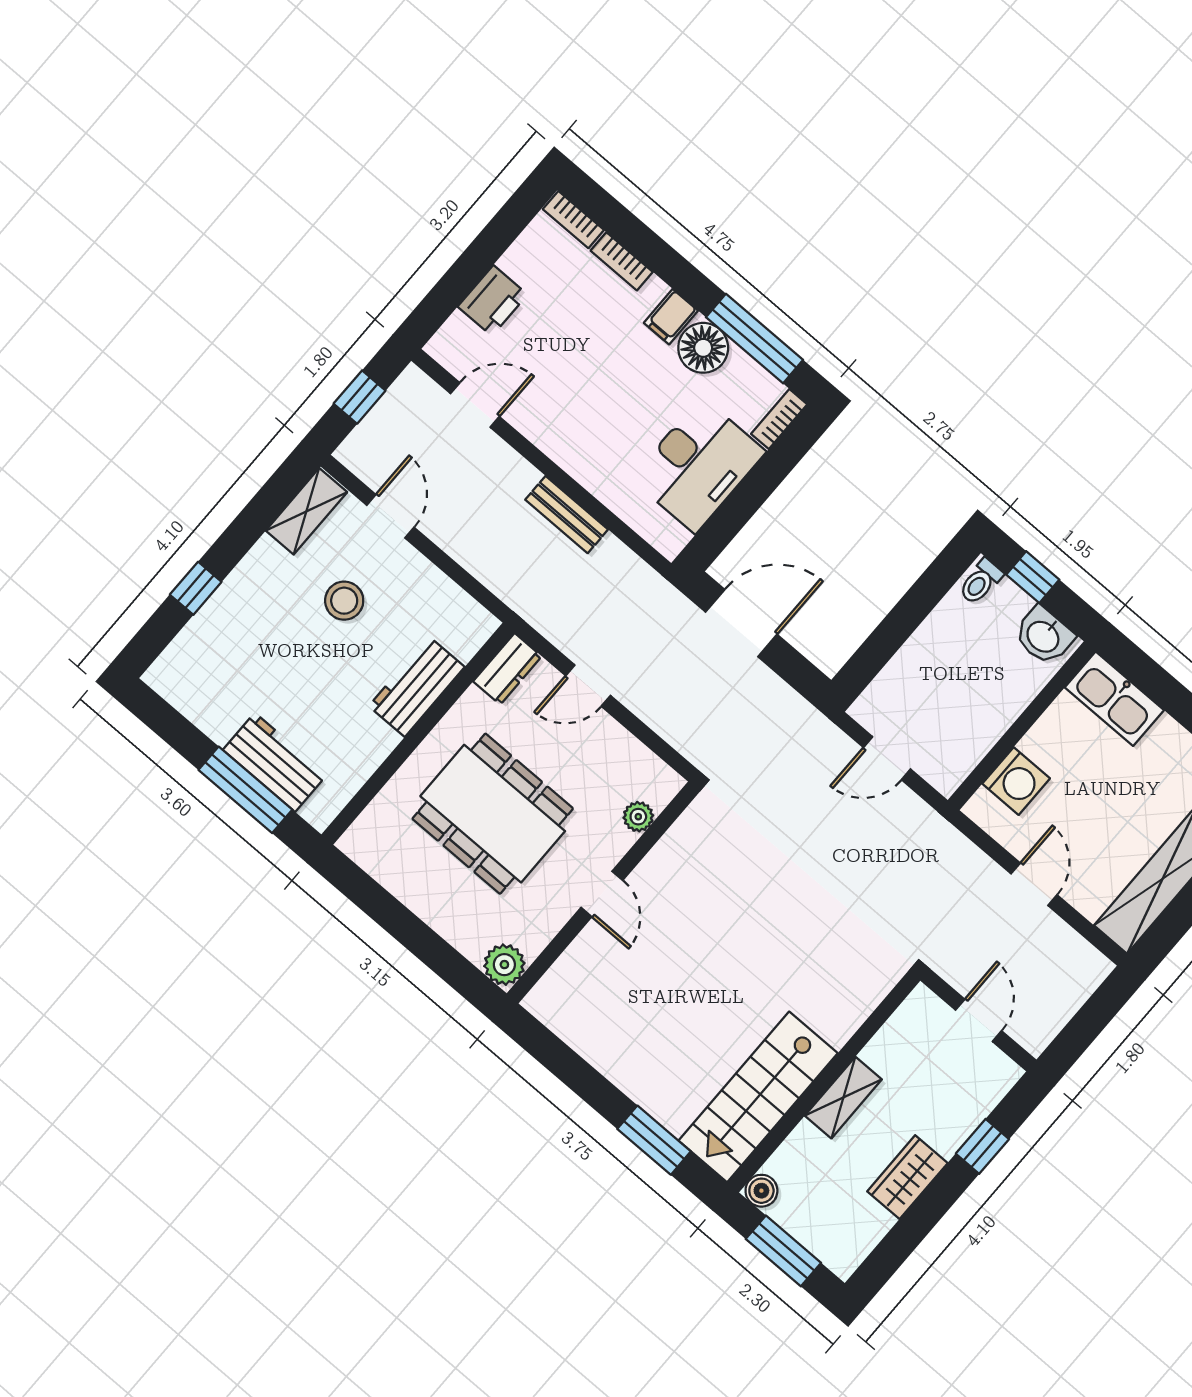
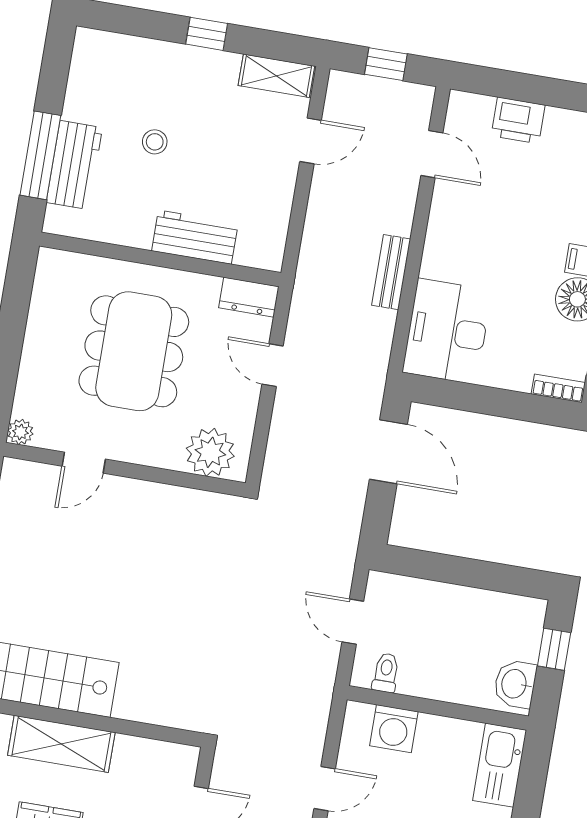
desk: (698, 465) -> (447, 331), moved, turned 90
toilet: (981, 582) -> (386, 673), moved, turned 90
window: (196, 588) -> (207, 34), moved
stool: (344, 601) -> (155, 142), moved, width x0.73, depth x0.73
plant: (638, 817) -> (210, 452), width x1.88, depth x1.88
door: (602, 894) -> (84, 463), moved
plant: (504, 965) -> (20, 432), width x0.73, depth x0.73
shelving: (843, 1098) -> (61, 744), width x1.50, depth x1.33

